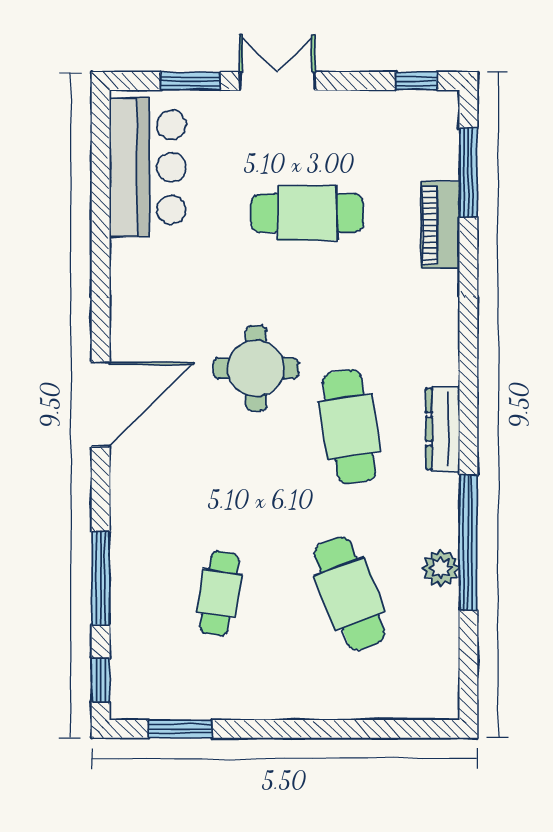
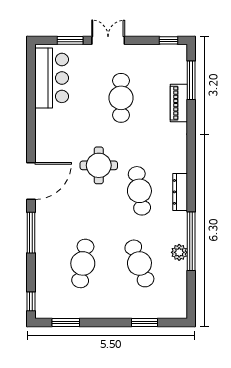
cafe table: (307, 213) -> (121, 98), turned 90
window: (101, 578) -> (31, 233), moved
cafe table: (219, 593) -> (83, 263), width x1.37, depth x1.35
window: (361, 729) -> (144, 322), added

